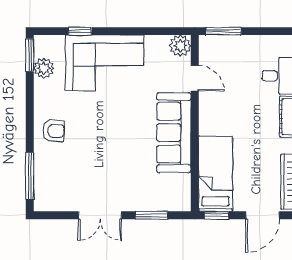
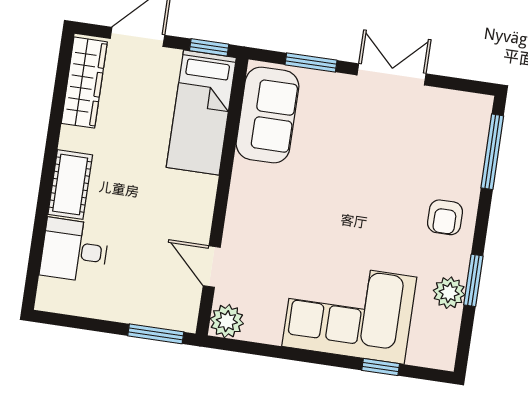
window: (30, 55) -> (473, 280), moved
plant: (44, 68) -> (449, 293), moved
armchair: (53, 131) -> (445, 217), turned -93
sofa: (174, 133) -> (267, 115), moved, width x0.73

